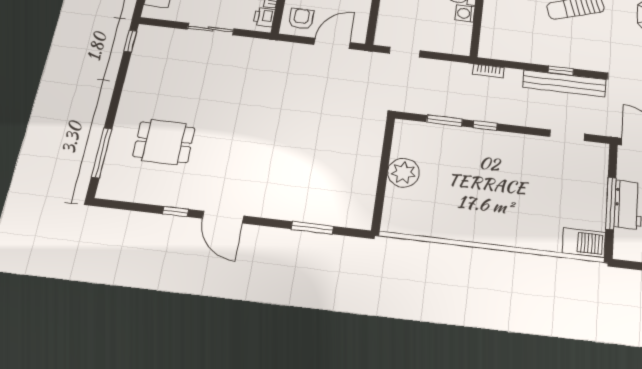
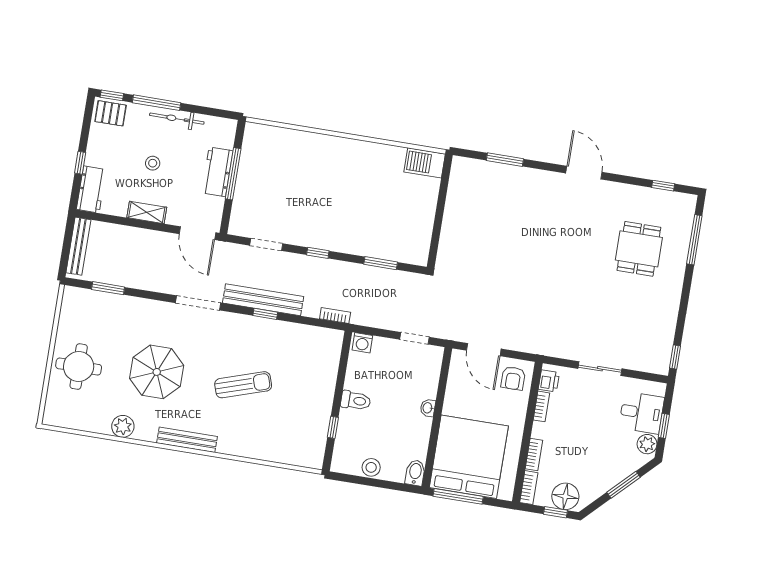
washing machine: (465, 13) -> (362, 343), moved, turned 90
door: (332, 43) -> (484, 350), hinge flipped
window: (485, 126) -> (318, 253), moved
dining table: (164, 142) -> (639, 249), turned 90
plant: (403, 173) -> (421, 211), removed
window: (176, 212) -> (663, 186), moved
barbecue: (584, 243) -> (425, 163), moved

